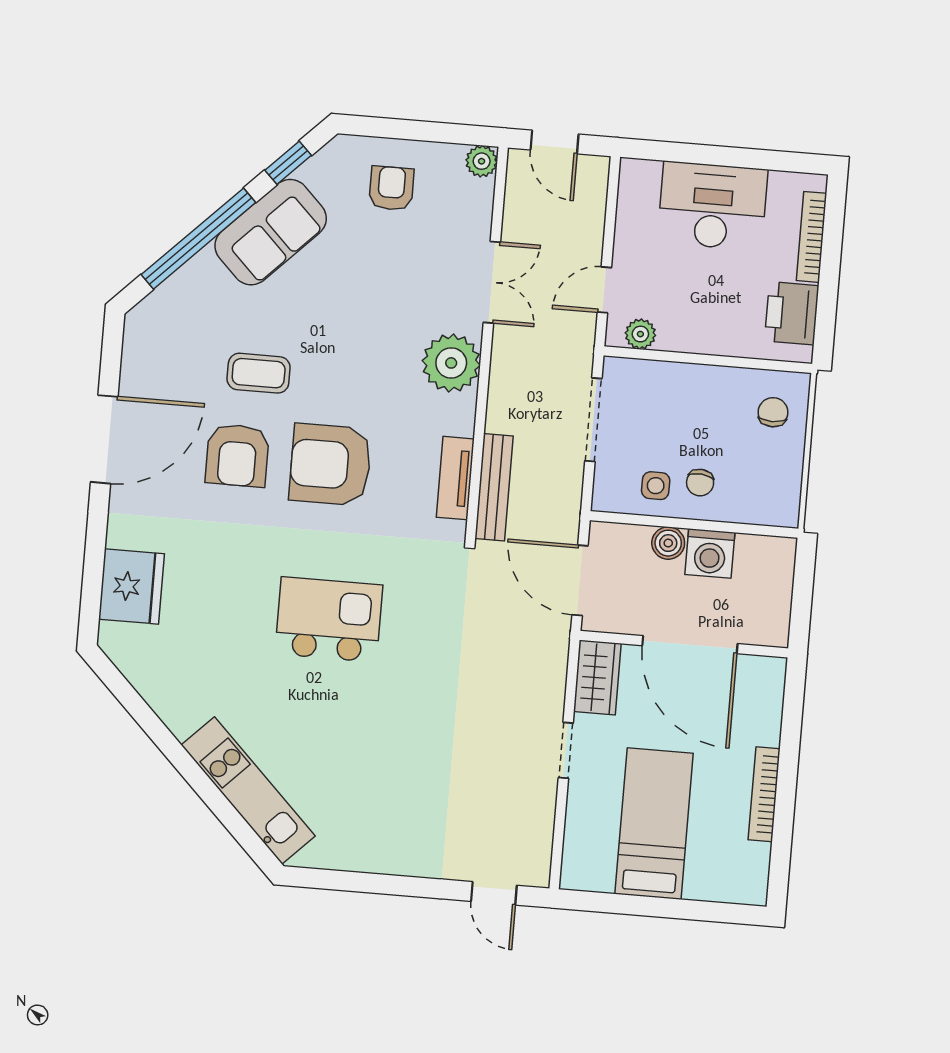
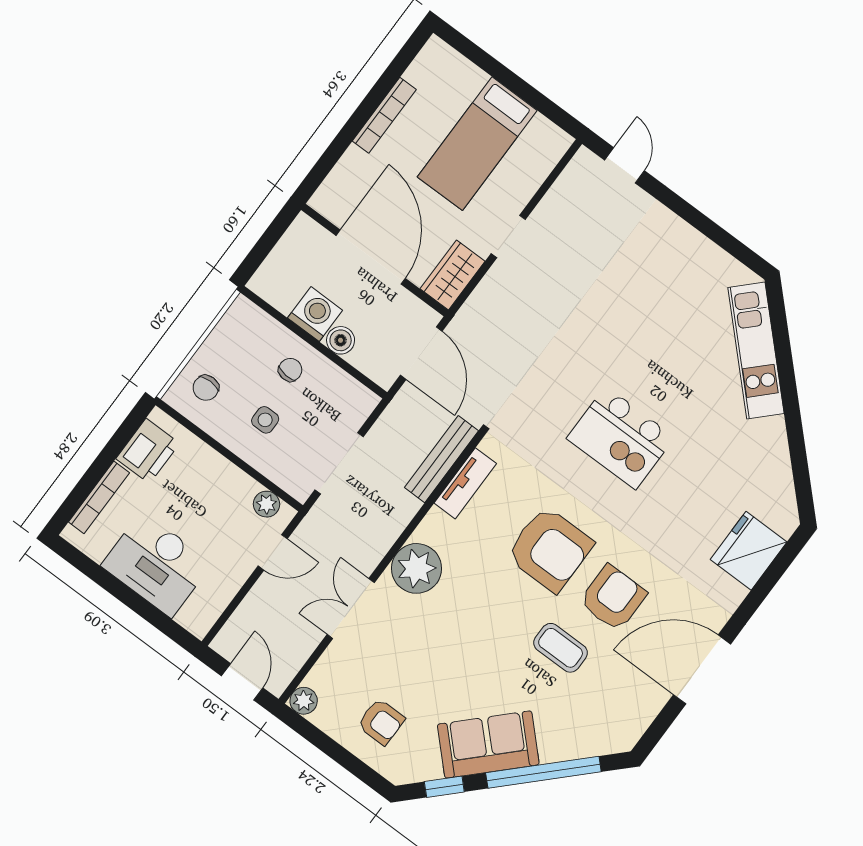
armchair: (391, 188) -> (381, 722), turned -90
side table: (656, 486) -> (265, 420), moved

